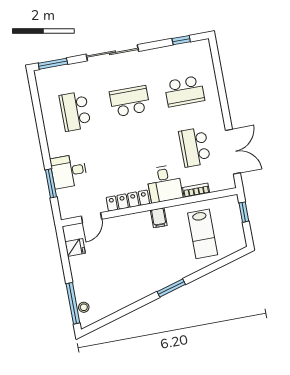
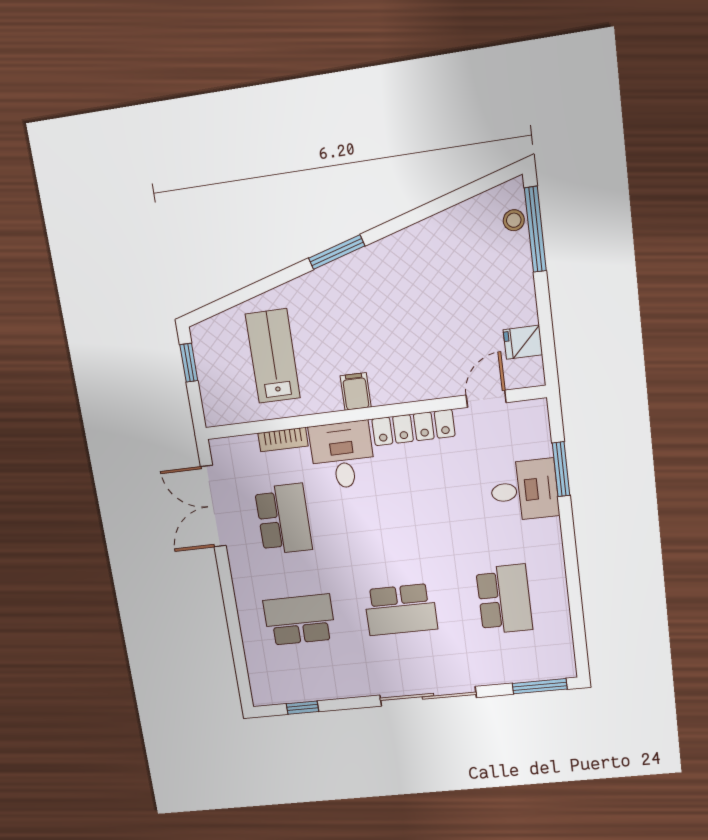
window: (244, 212) -> (189, 363), moved

